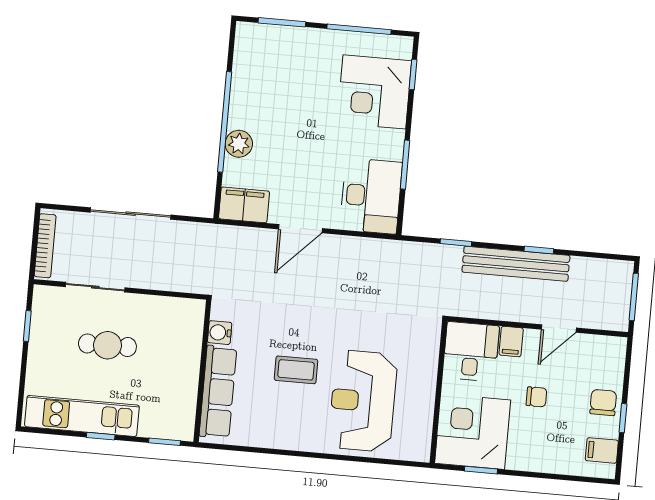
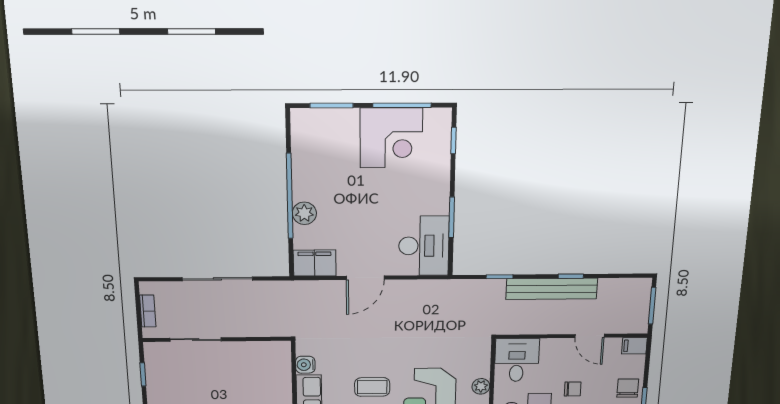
corner desk: (374, 92) -> (391, 138), moved, turned -90
bookcase: (45, 246) -> (148, 311), width x0.64
door: (559, 329) -> (590, 336), hinge flipped
filing cabinet: (511, 342) -> (634, 346), moved, turned 90
cafe table: (107, 345) -> (213, 383), removed
plant: (426, 382) -> (481, 386), added

